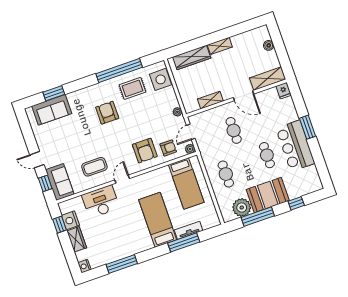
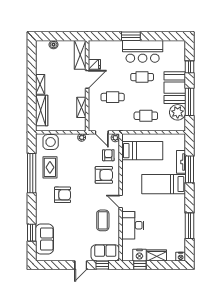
fridge: (284, 91) -> (94, 64), moved
armchair: (107, 113) -> (62, 195), turned 180

